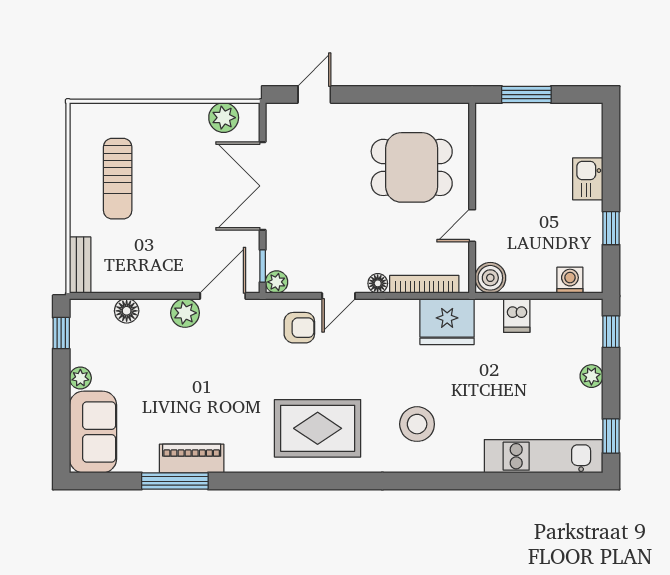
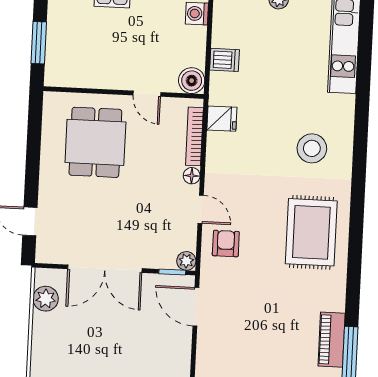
plant: (185, 313) -> (209, 339), removed
fridge: (447, 322) -> (222, 119), width x0.53, depth x0.75

